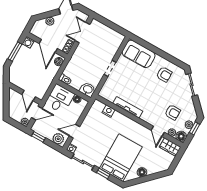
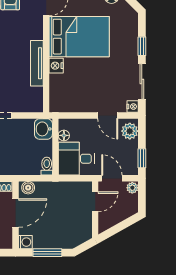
nightstand: (109, 111) -> (56, 66), moved
bed: (121, 158) -> (79, 37), moved, turned 180

